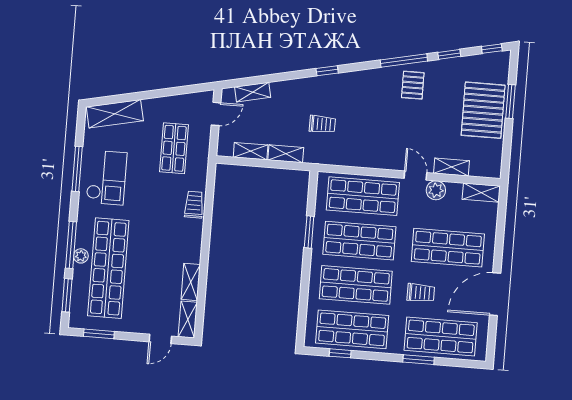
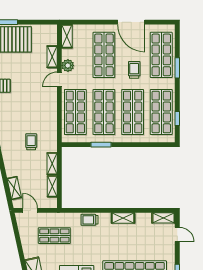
shelving: (191, 282) -> (123, 218), moved

